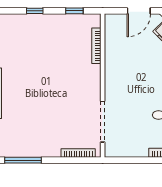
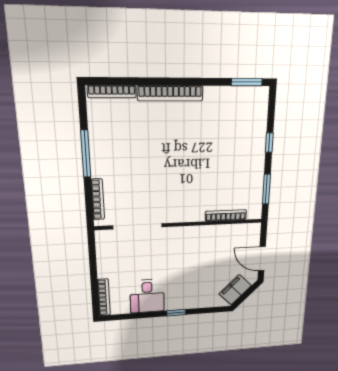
window: (74, 11) -> (266, 189), width x1.50
window: (23, 160) -> (86, 154), moved

